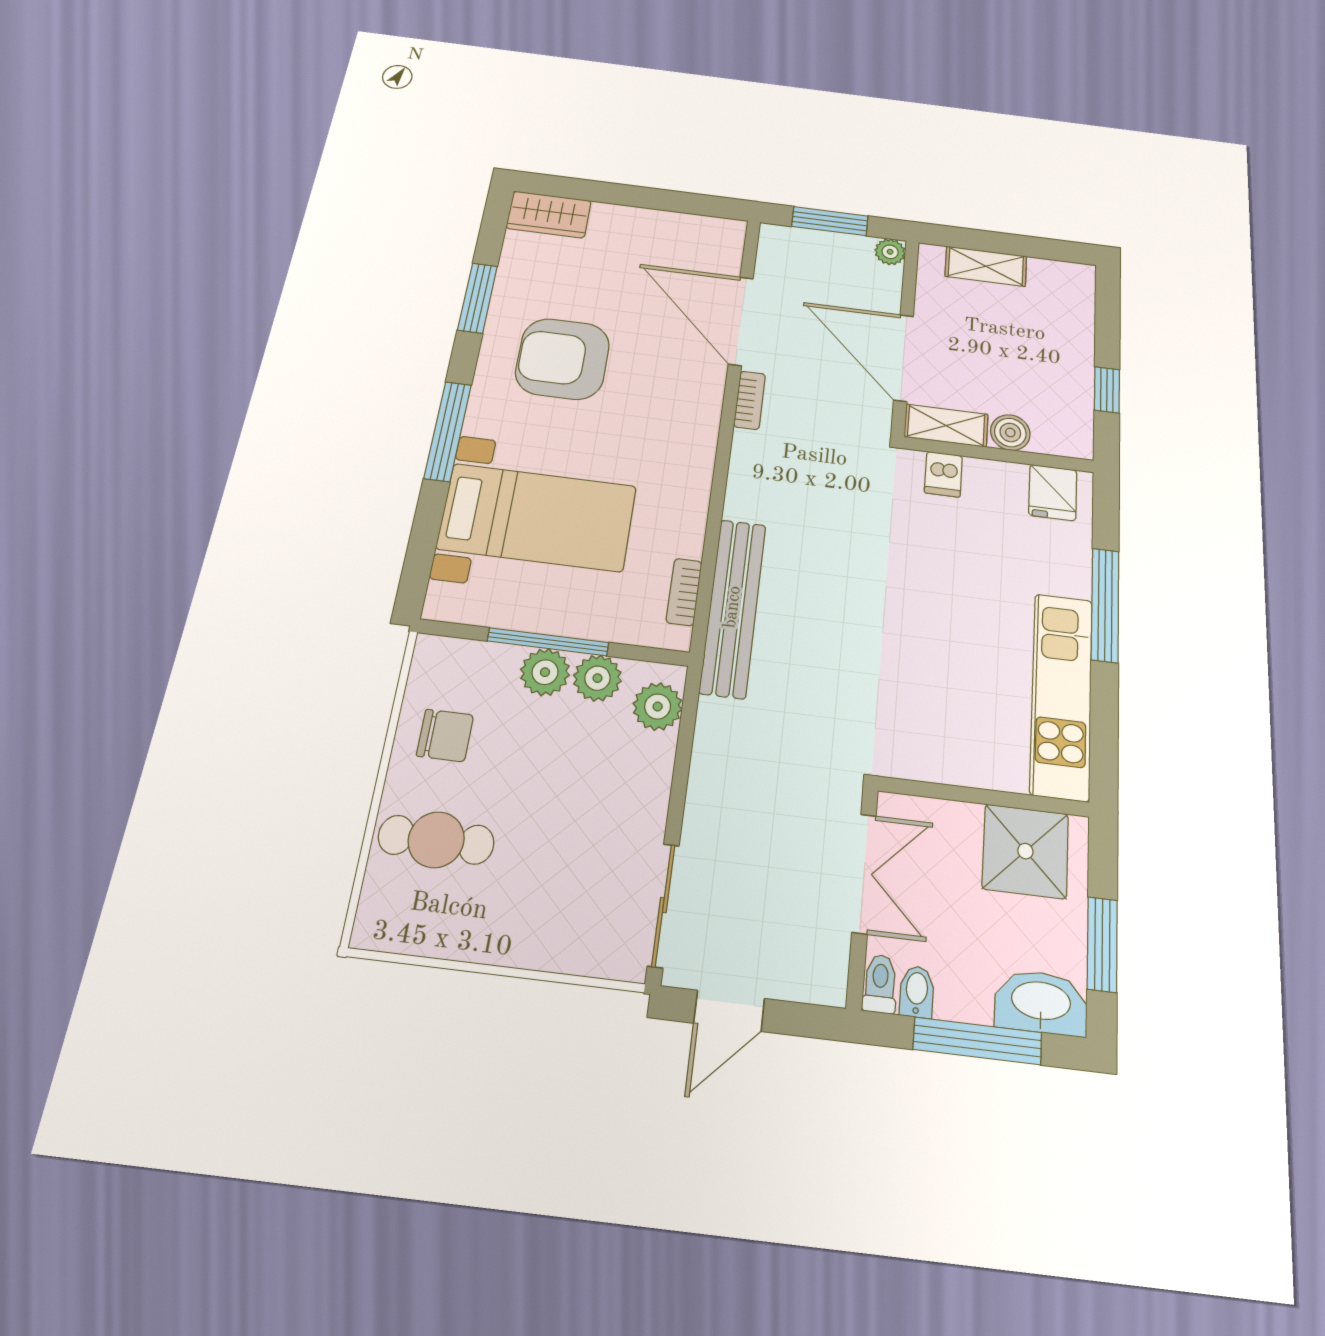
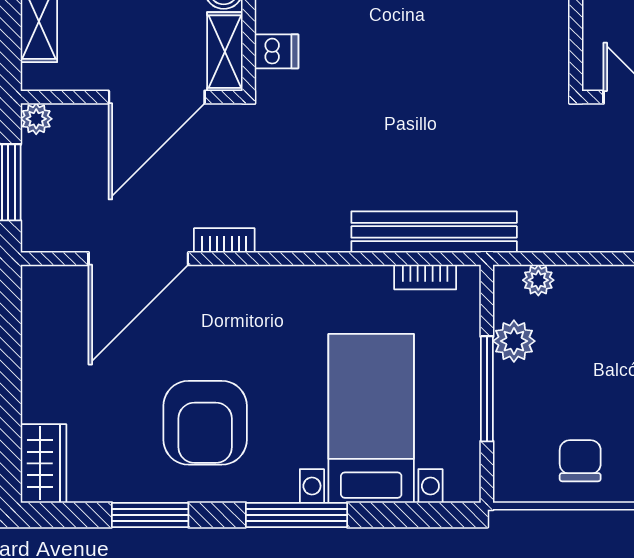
plant: (545, 672) -> (514, 387), removed
plant: (658, 706) -> (538, 280), width x0.73, depth x0.73

